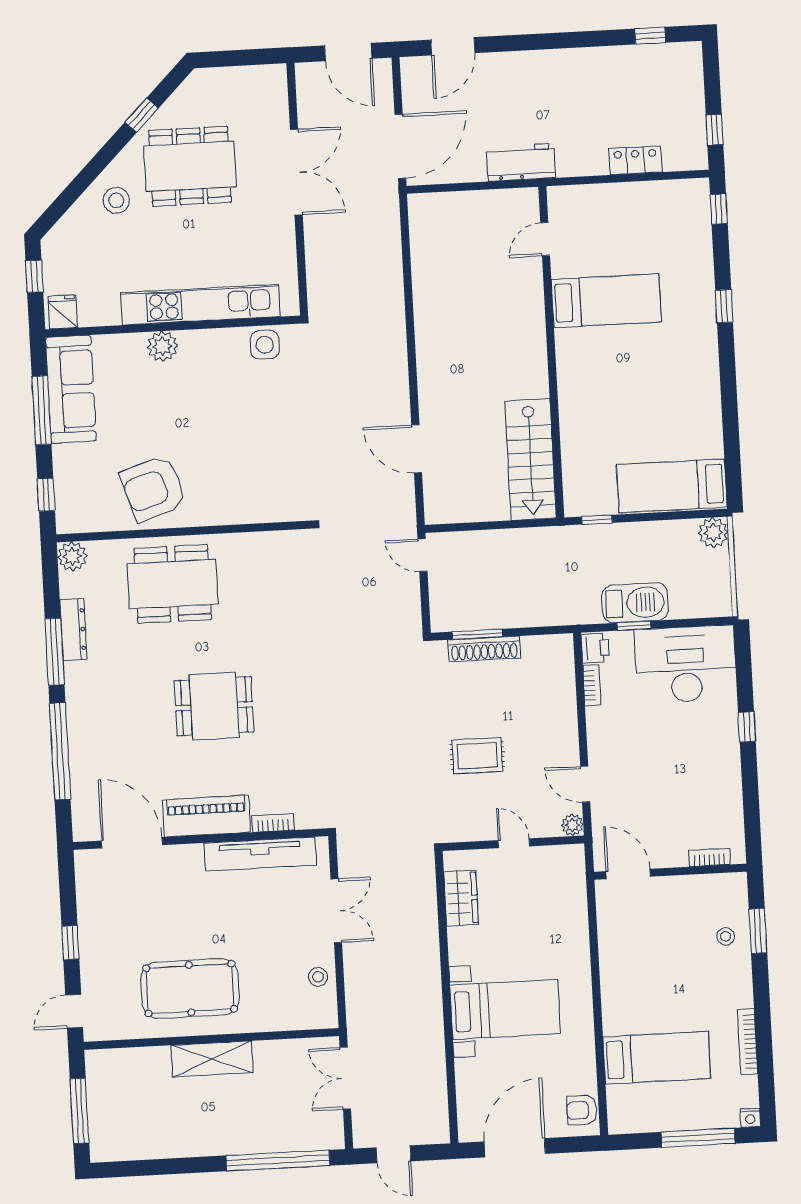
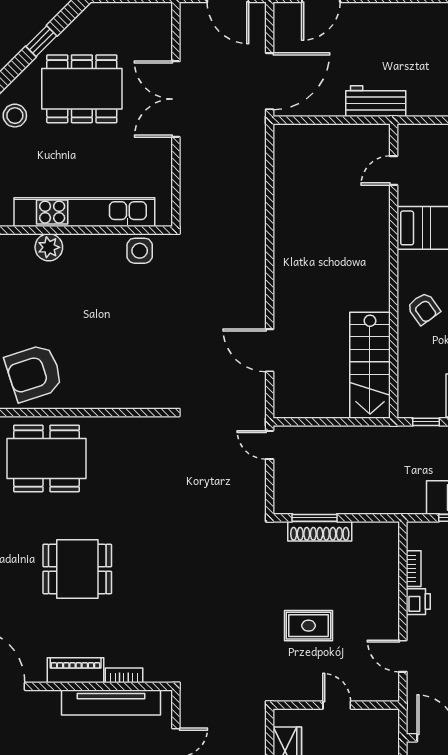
double door: (296, 172) -> (176, 99), swing flipped
armchair: (587, 392) -> (424, 309), added
printer: (595, 648) -> (418, 602), moved
piano: (206, 816) -> (76, 670), width x0.73, depth x0.75
plant: (572, 825) -> (389, 692), removed

